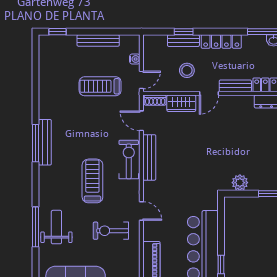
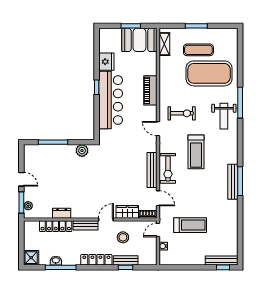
bench: (98, 40) -> (222, 260), moved
window: (35, 227) -> (240, 103), moved

